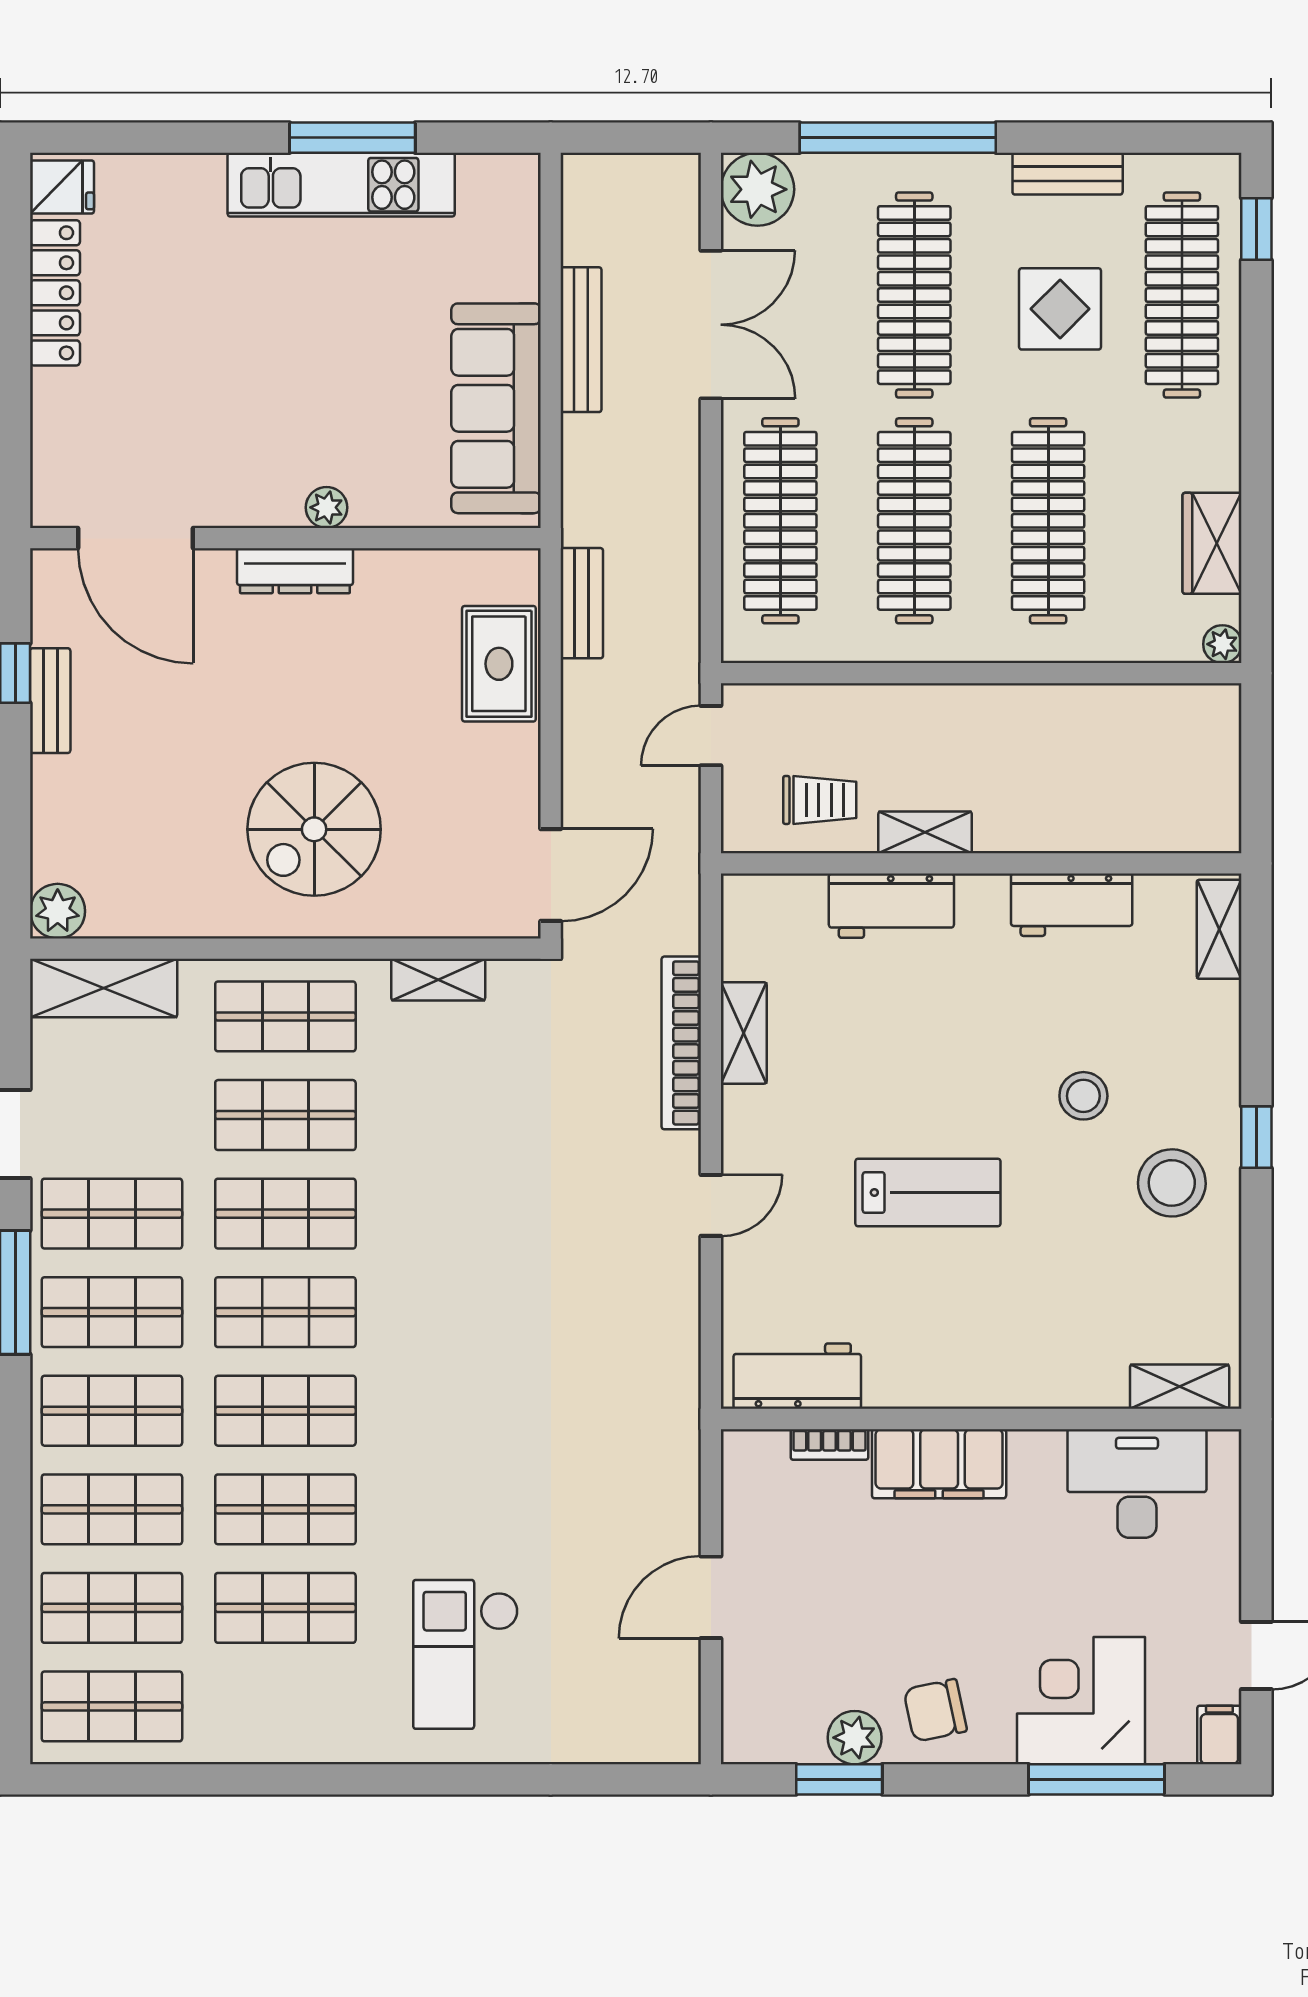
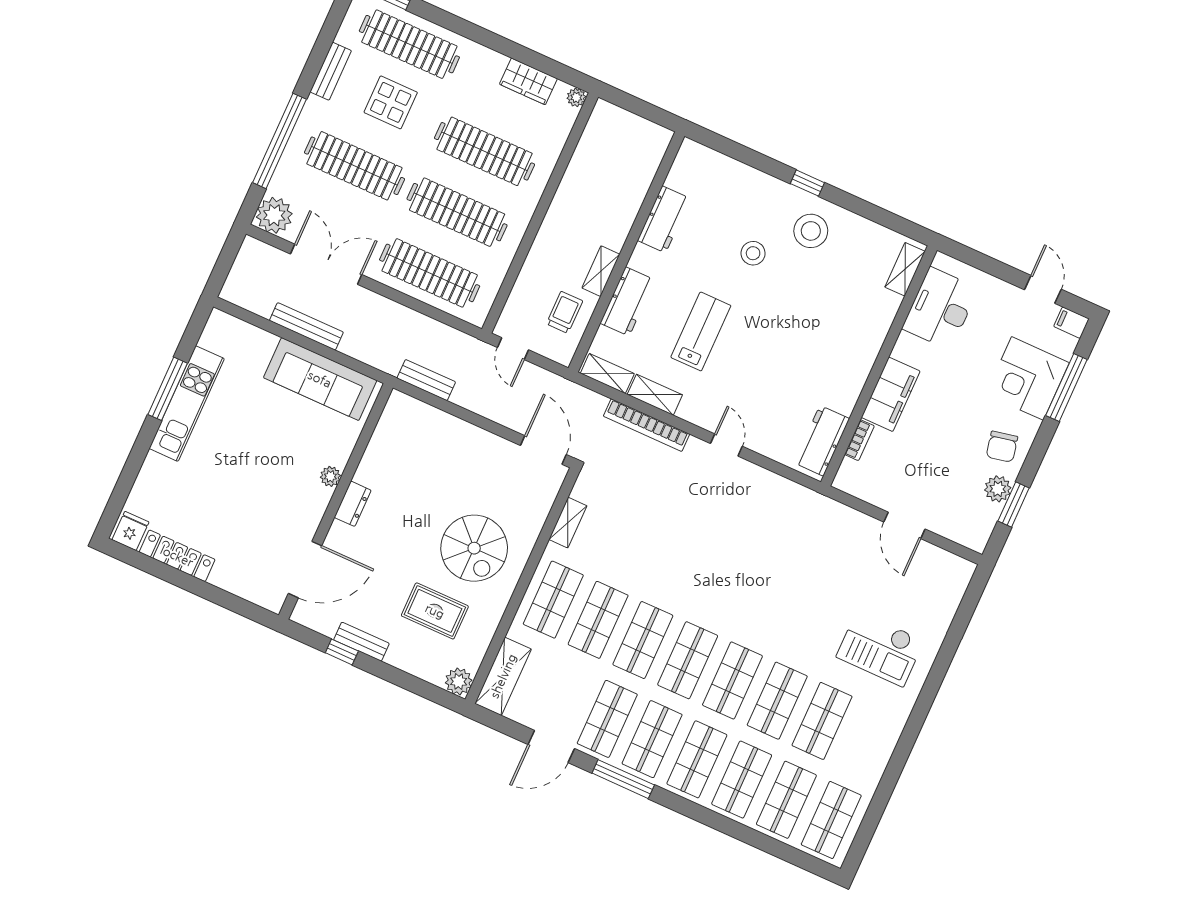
dresser: (295, 571) -> (353, 504), width x0.70
rug: (499, 664) -> (435, 611), moved
shelving: (1219, 929) -> (607, 374), moved
lab bench: (928, 1193) -> (701, 331), moved

